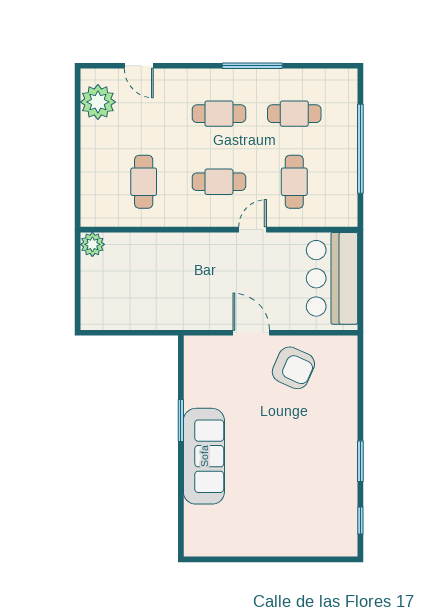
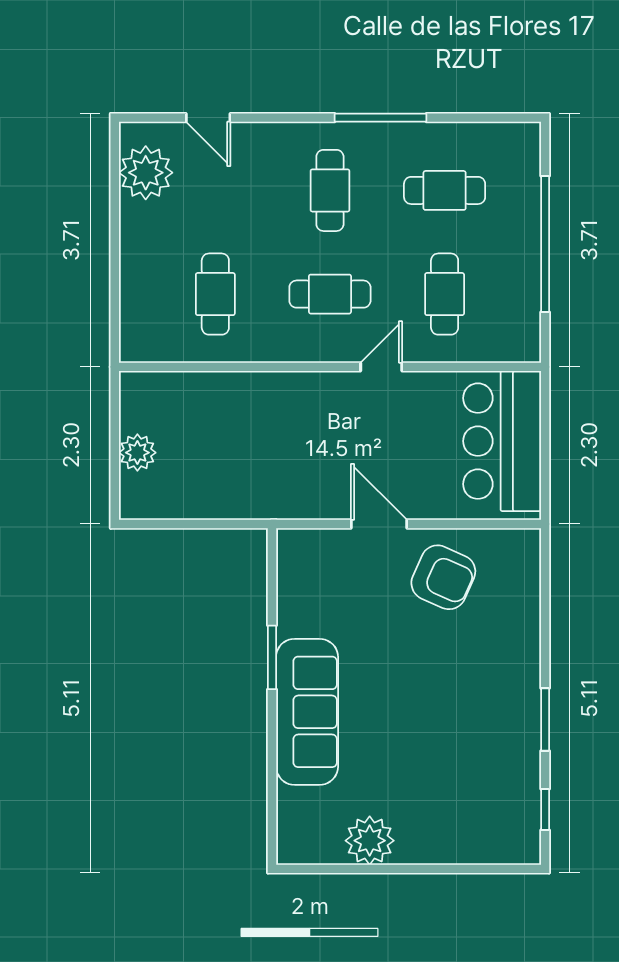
cafe table: (219, 114) -> (330, 190), turned 90
plant: (92, 244) -> (137, 453), moved
plant: (245, 541) -> (370, 841), added

